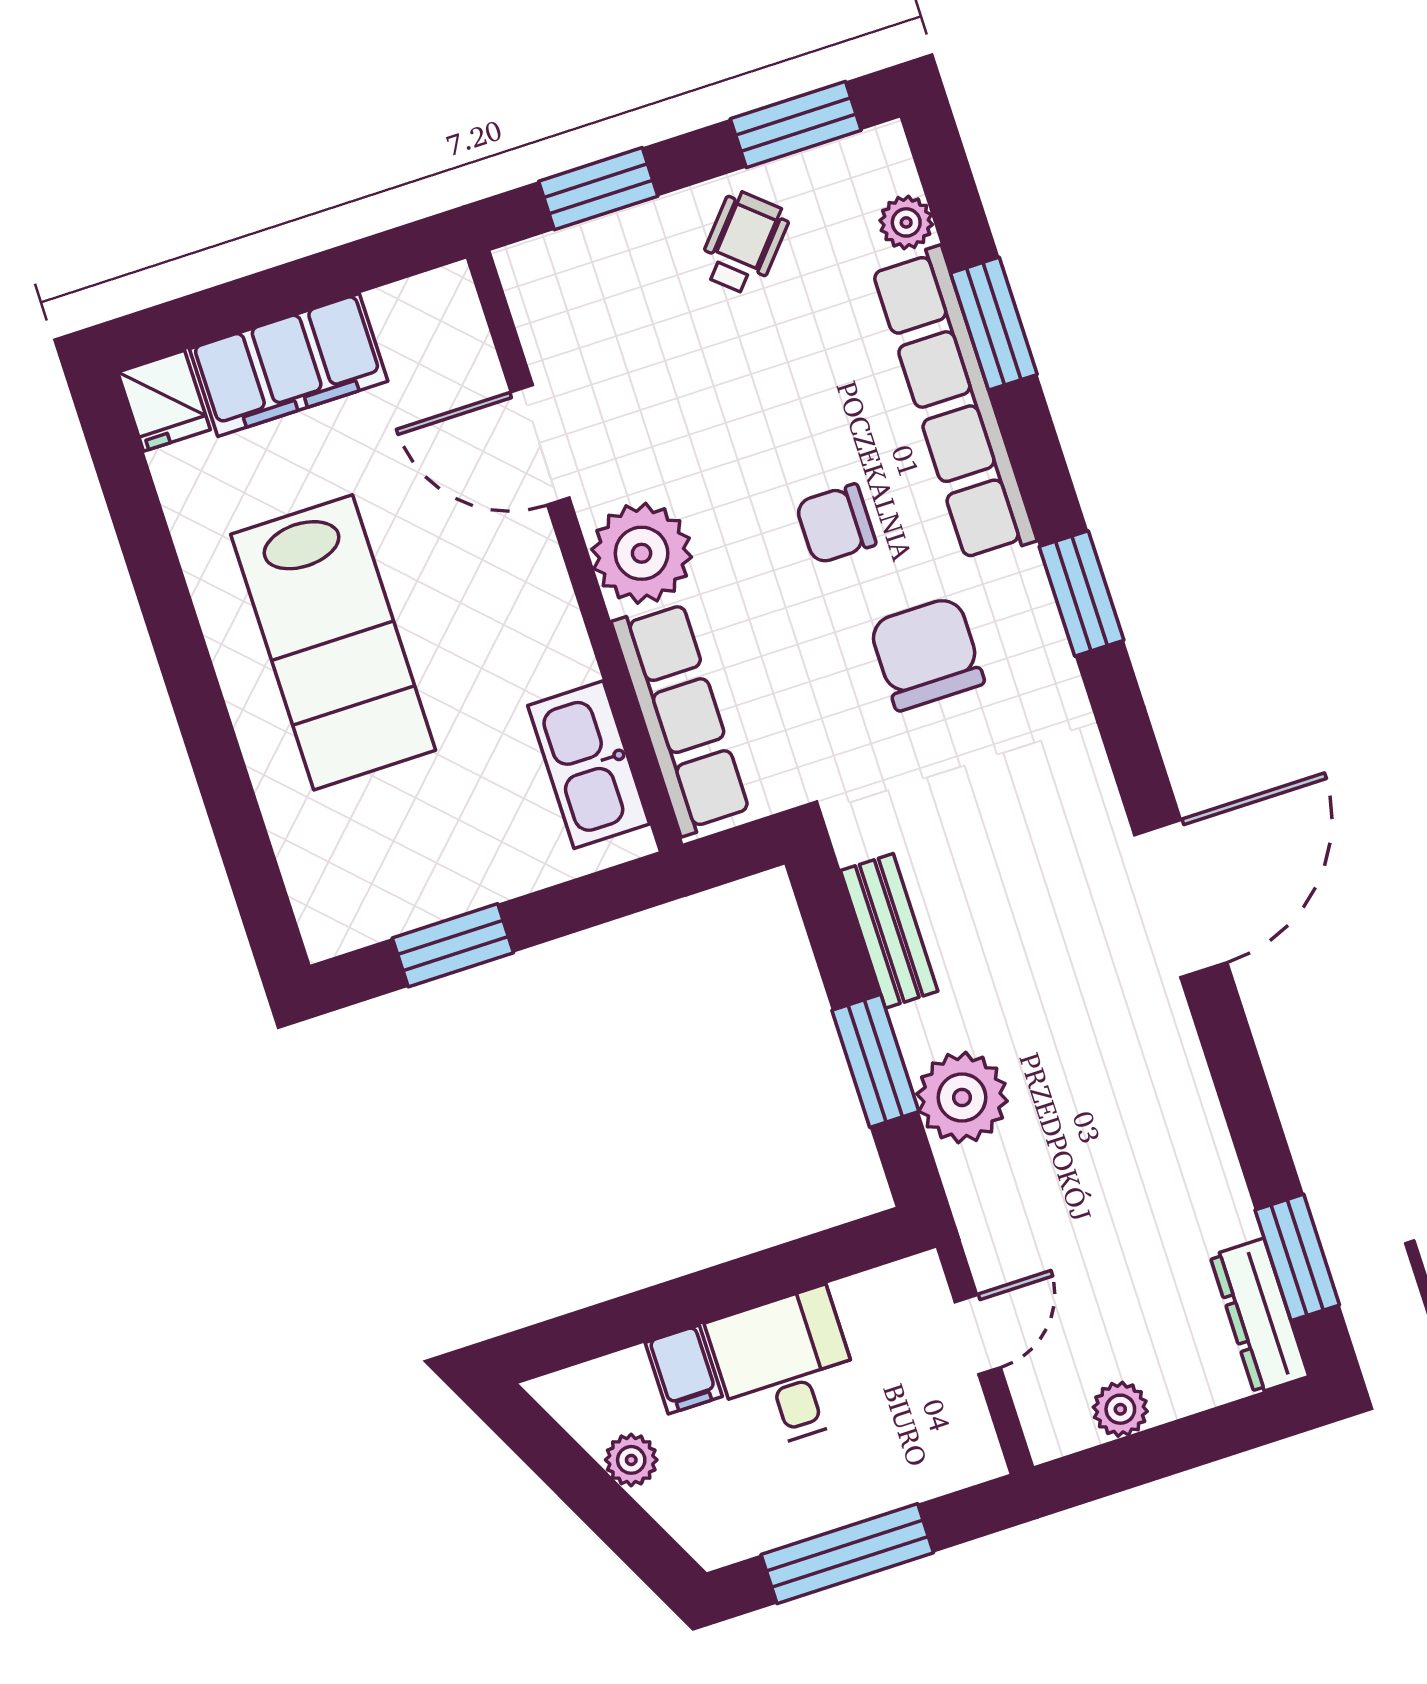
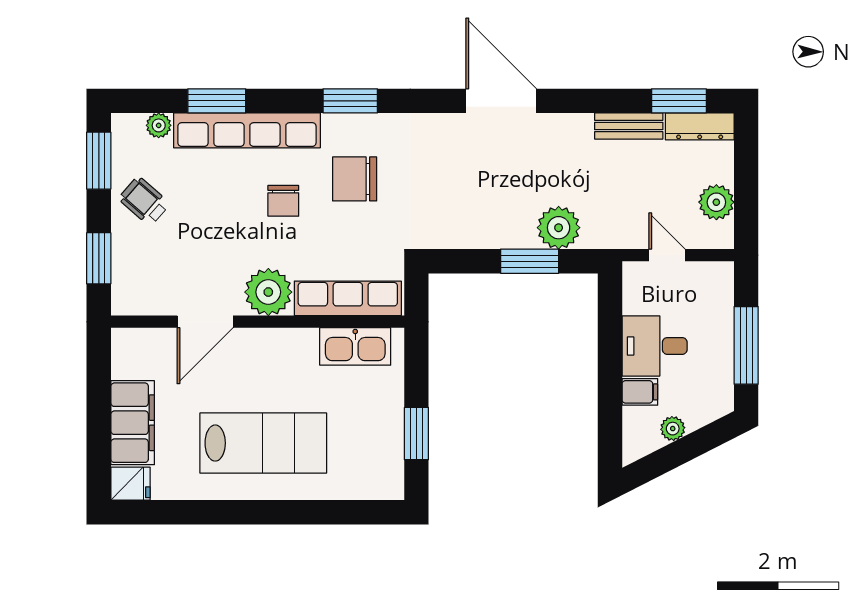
bench: (889, 931) -> (629, 126), moved
plant: (1120, 1409) -> (716, 202), width x1.38, depth x1.38

